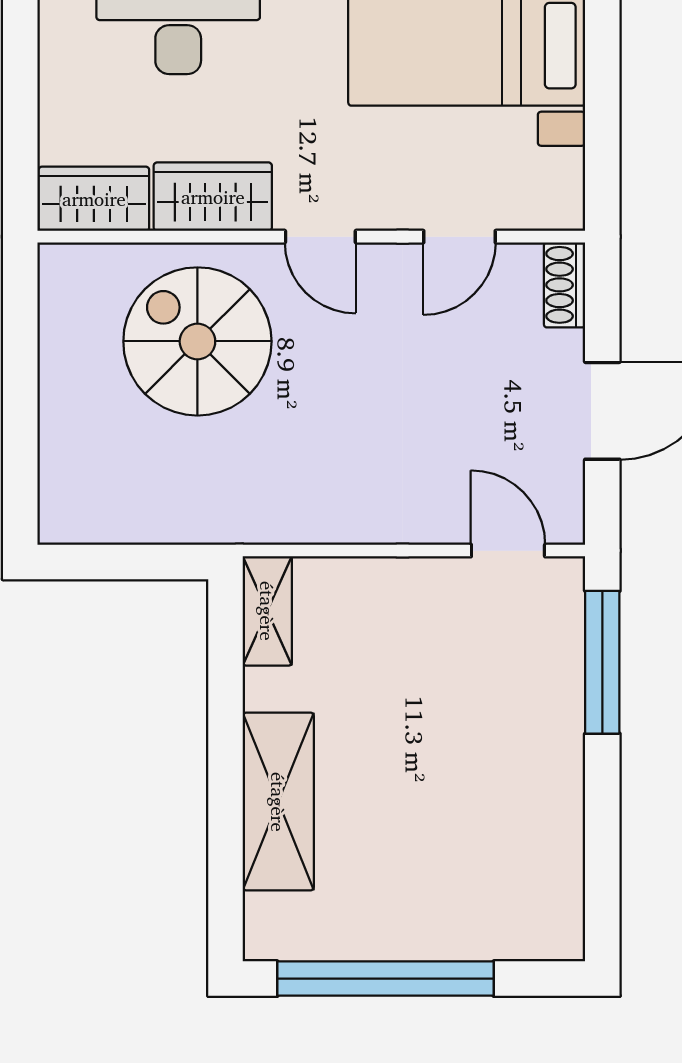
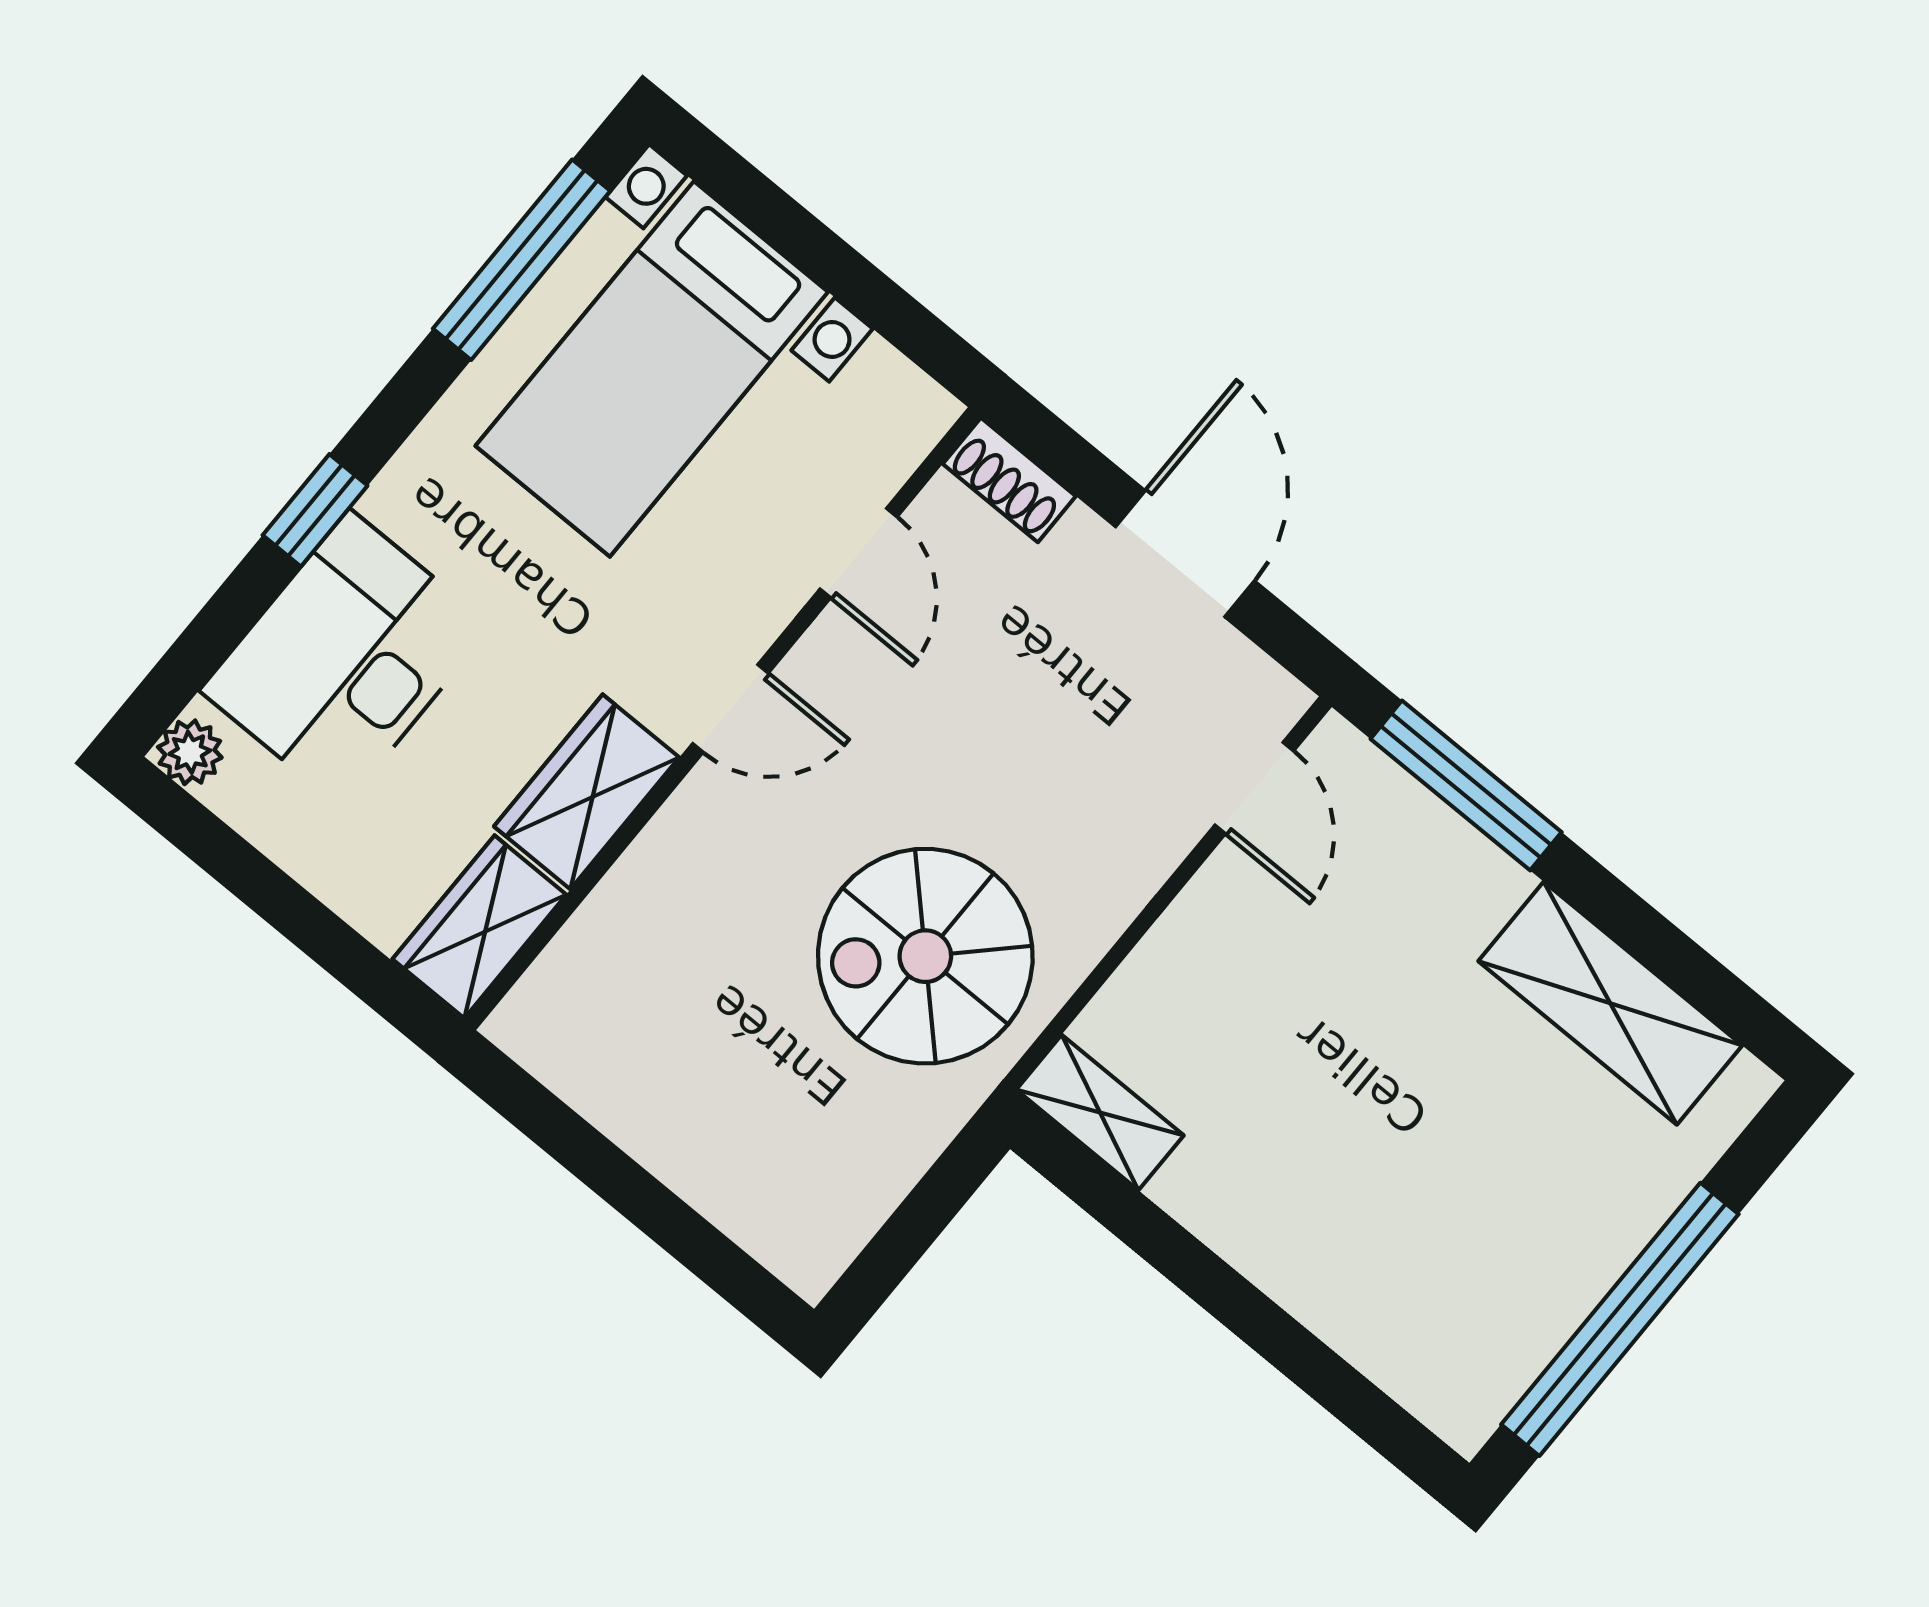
spiral stairs: (197, 341) -> (925, 956), moved
door: (508, 551) -> (1254, 788), swing flipped
shelving: (278, 802) -> (1610, 1003), moved

